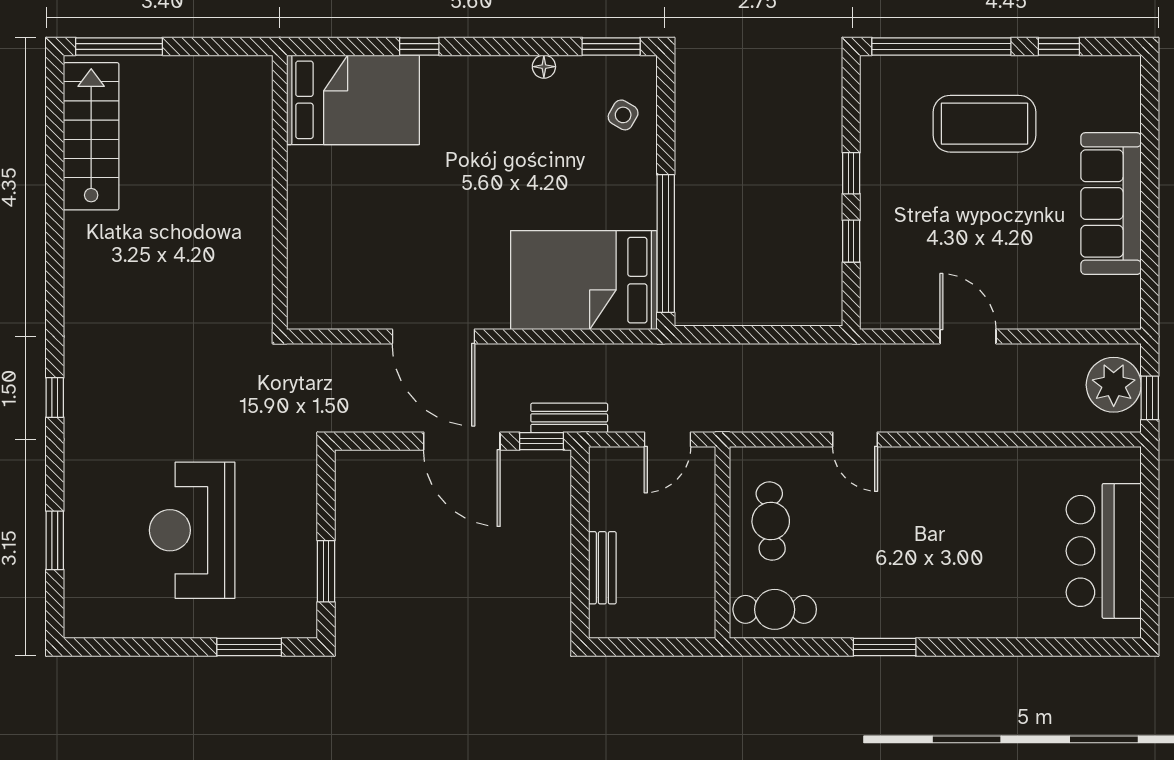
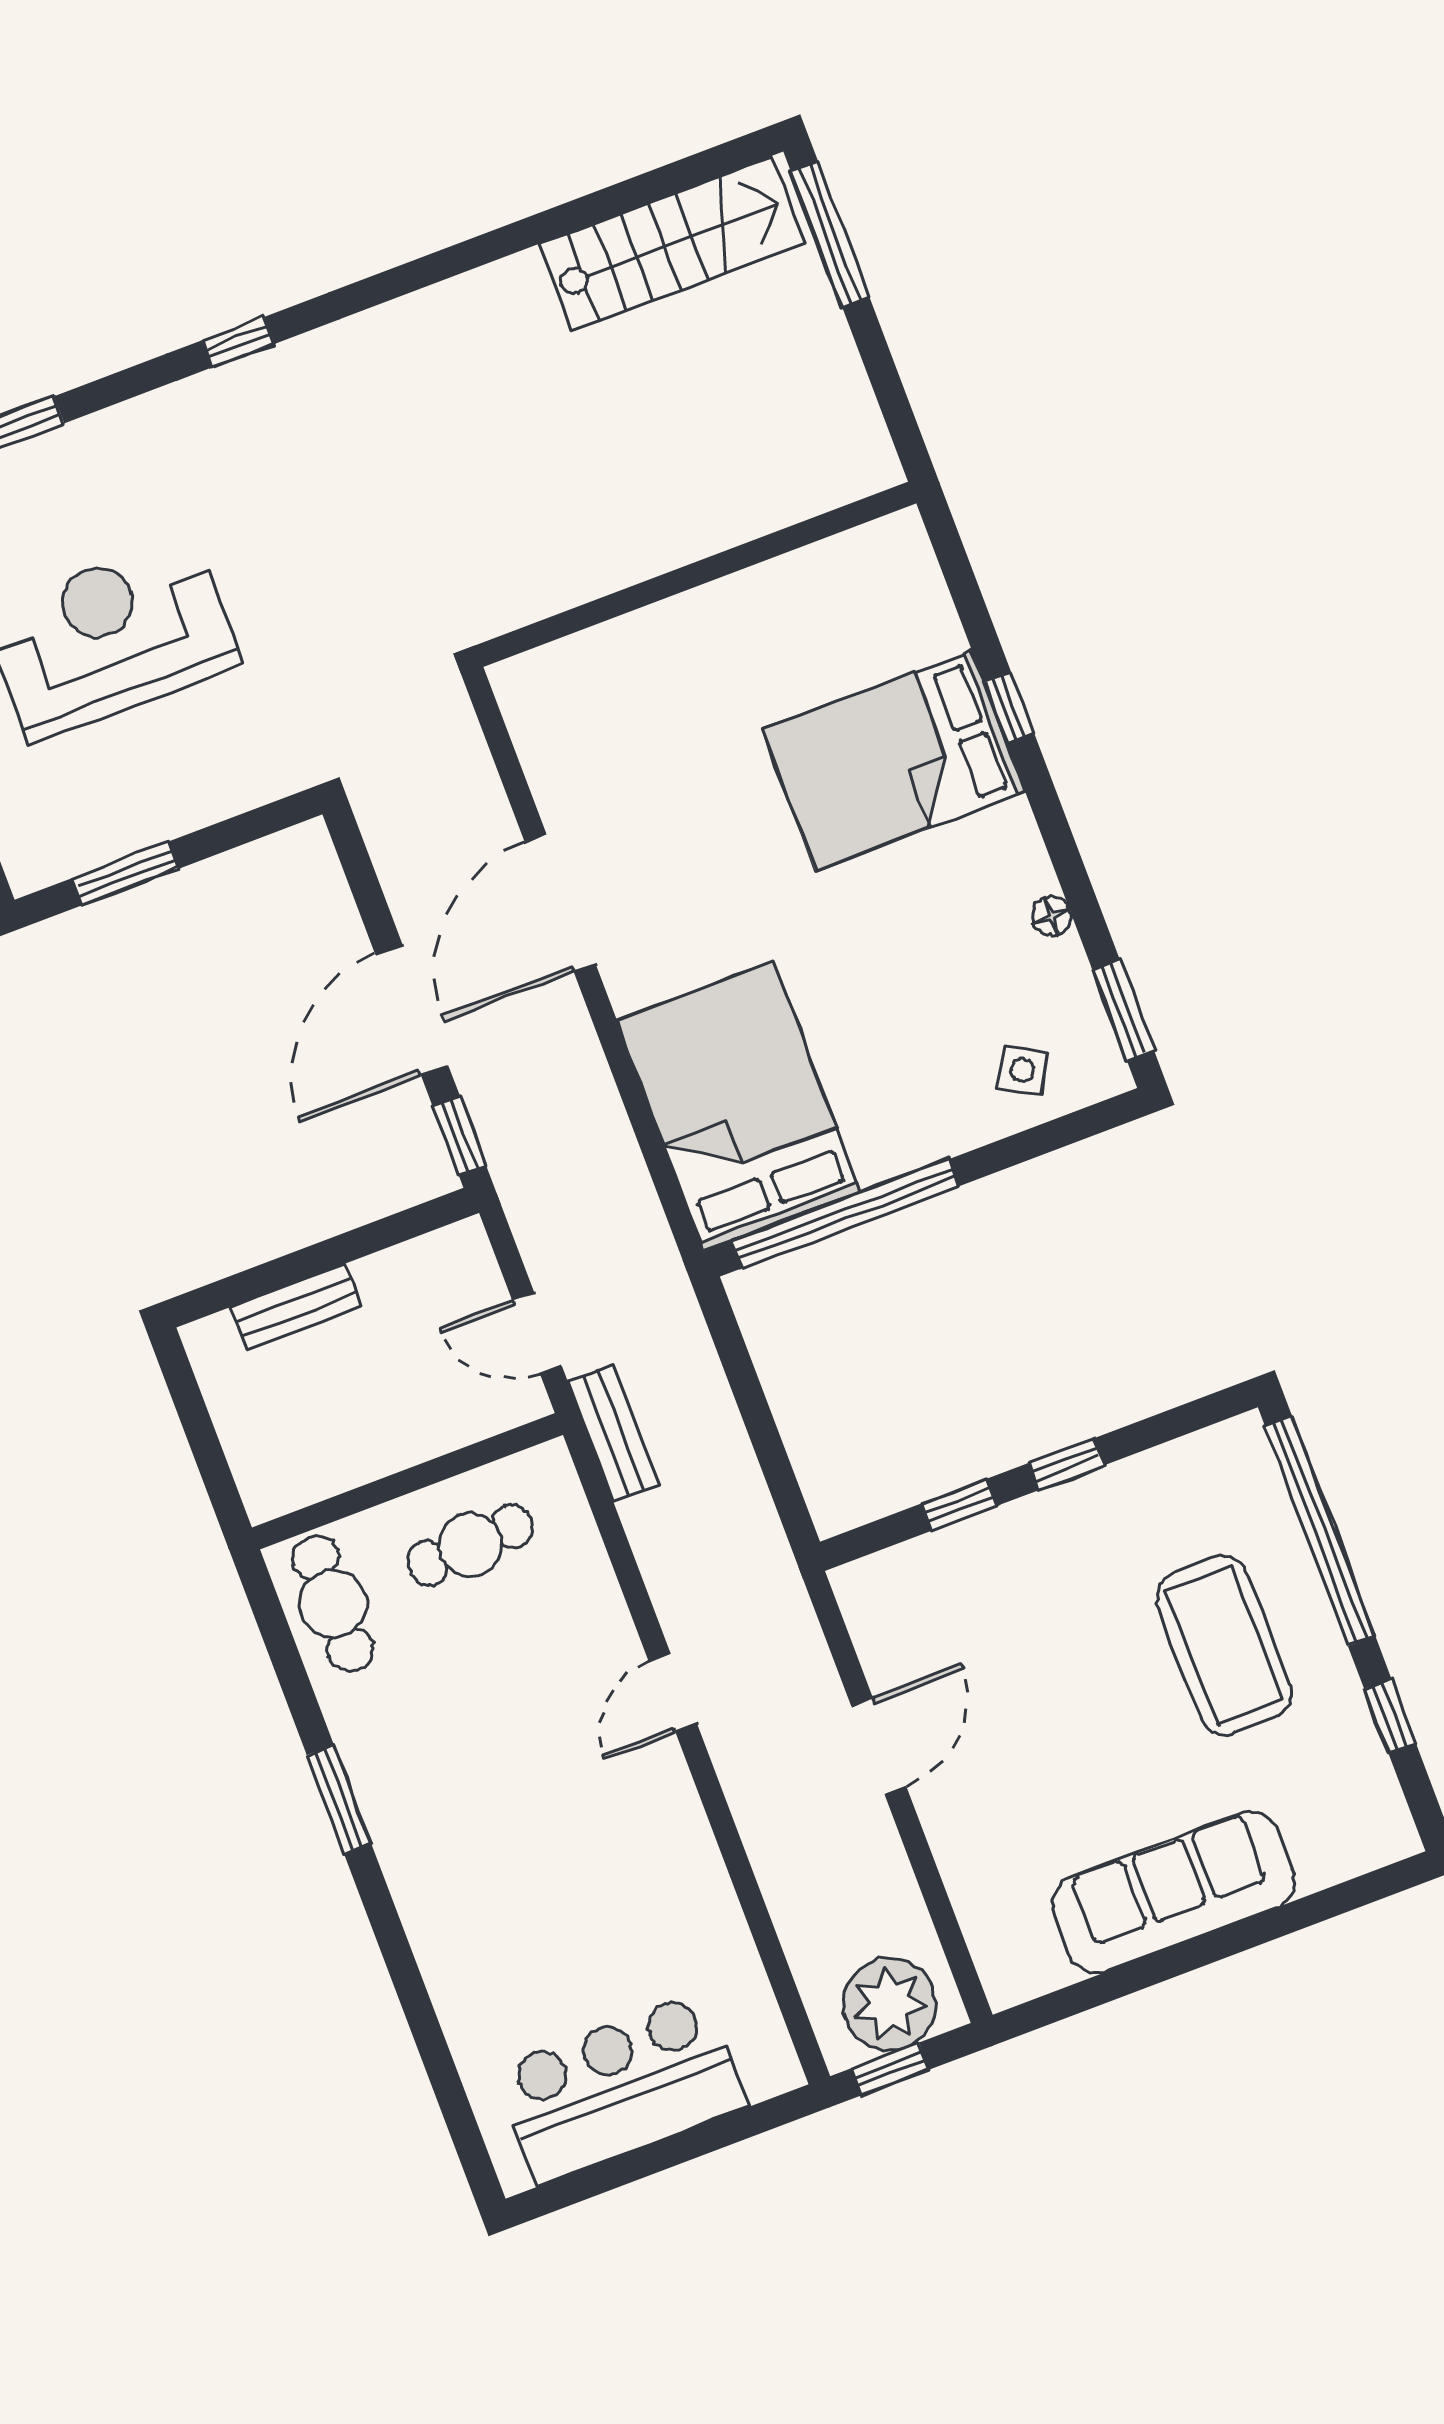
bed: (353, 100) -> (894, 760), moved, turned 90
bench: (569, 418) -> (613, 1433), moved
door: (855, 439) -> (673, 1693), moved

